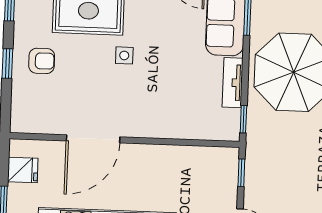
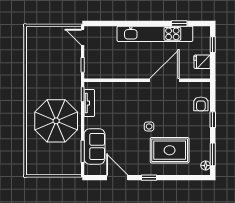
armchair: (42, 61) -> (201, 104), moved, turned -90
tv unit: (233, 83) -> (89, 103), moved

